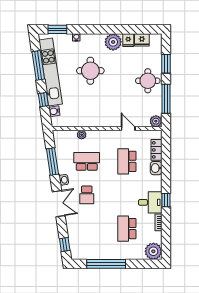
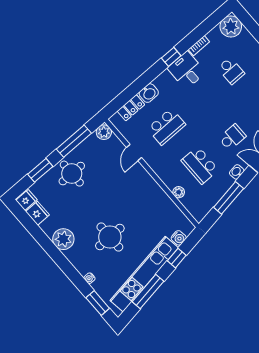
fridge: (128, 40) -> (27, 200), moved
school desk: (127, 229) -> (231, 71), width x0.54

